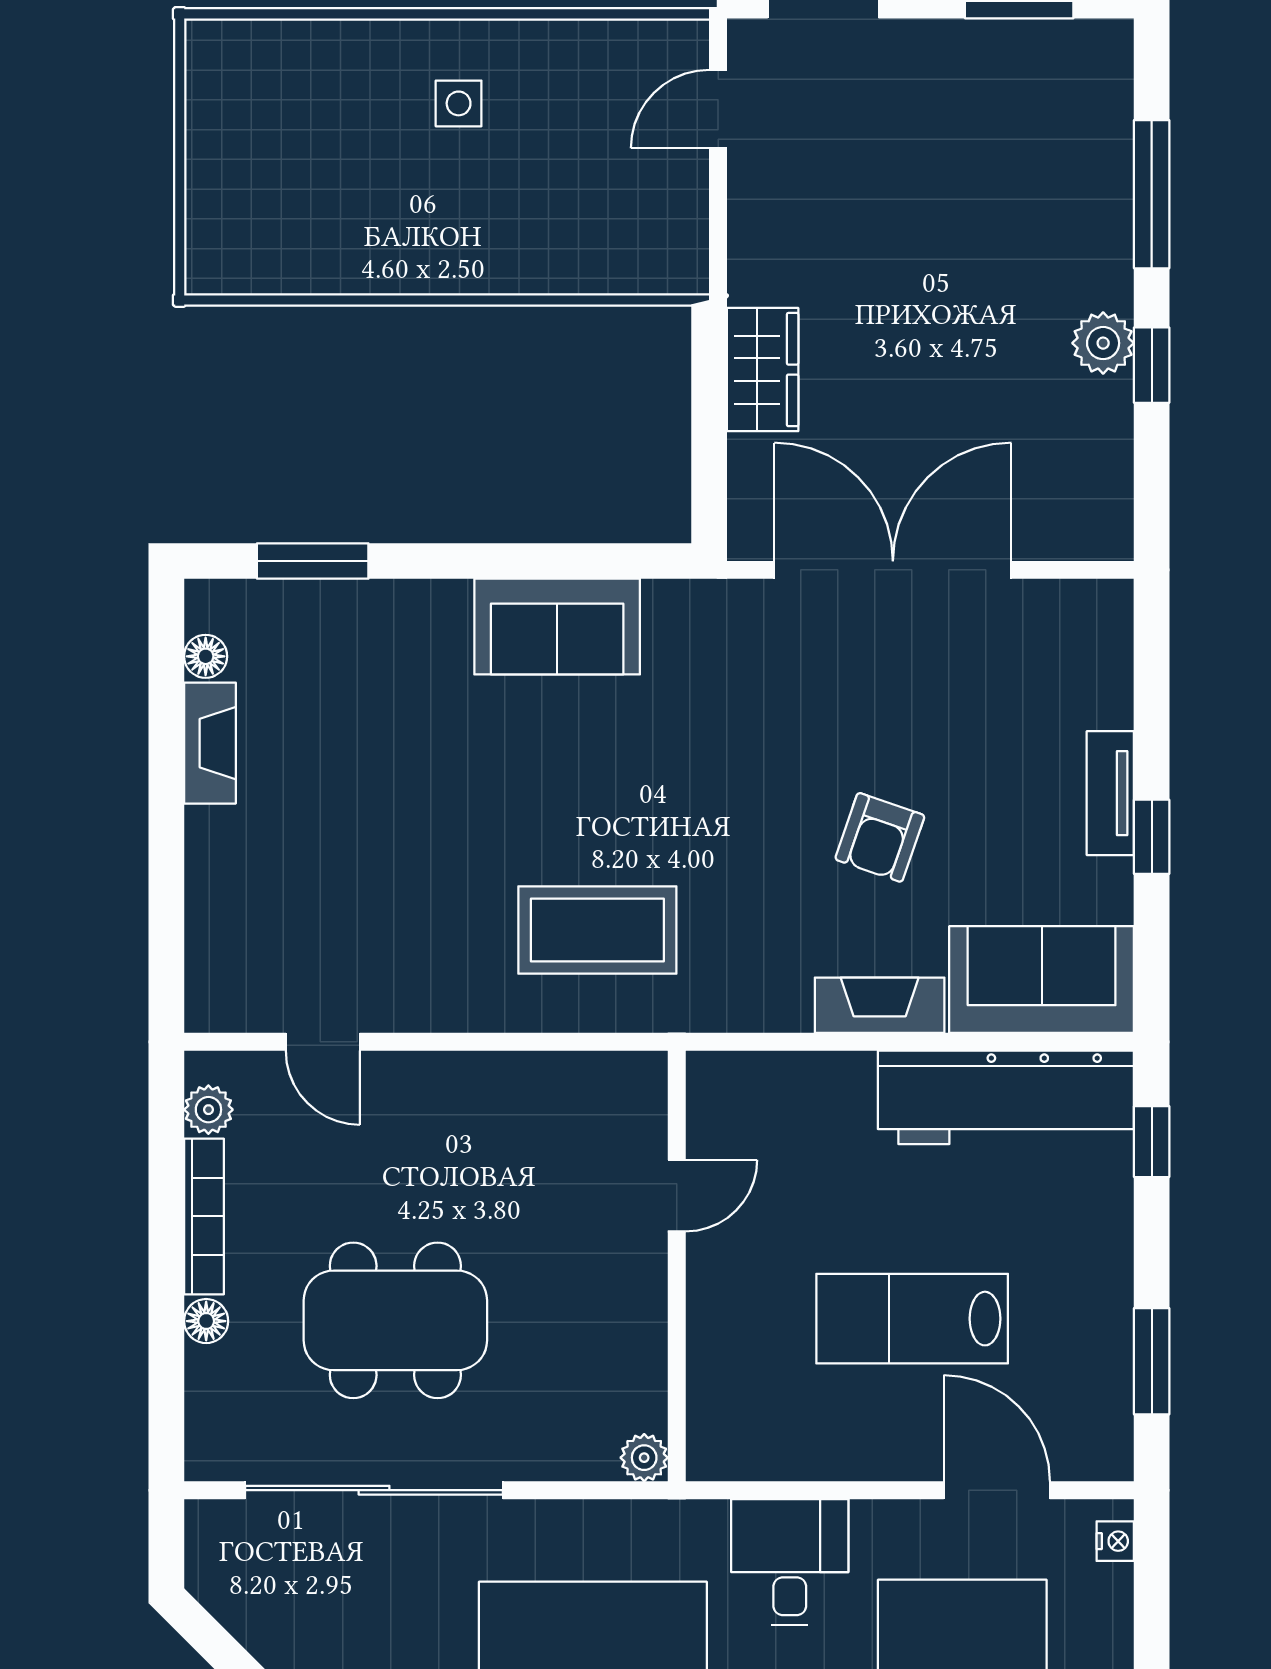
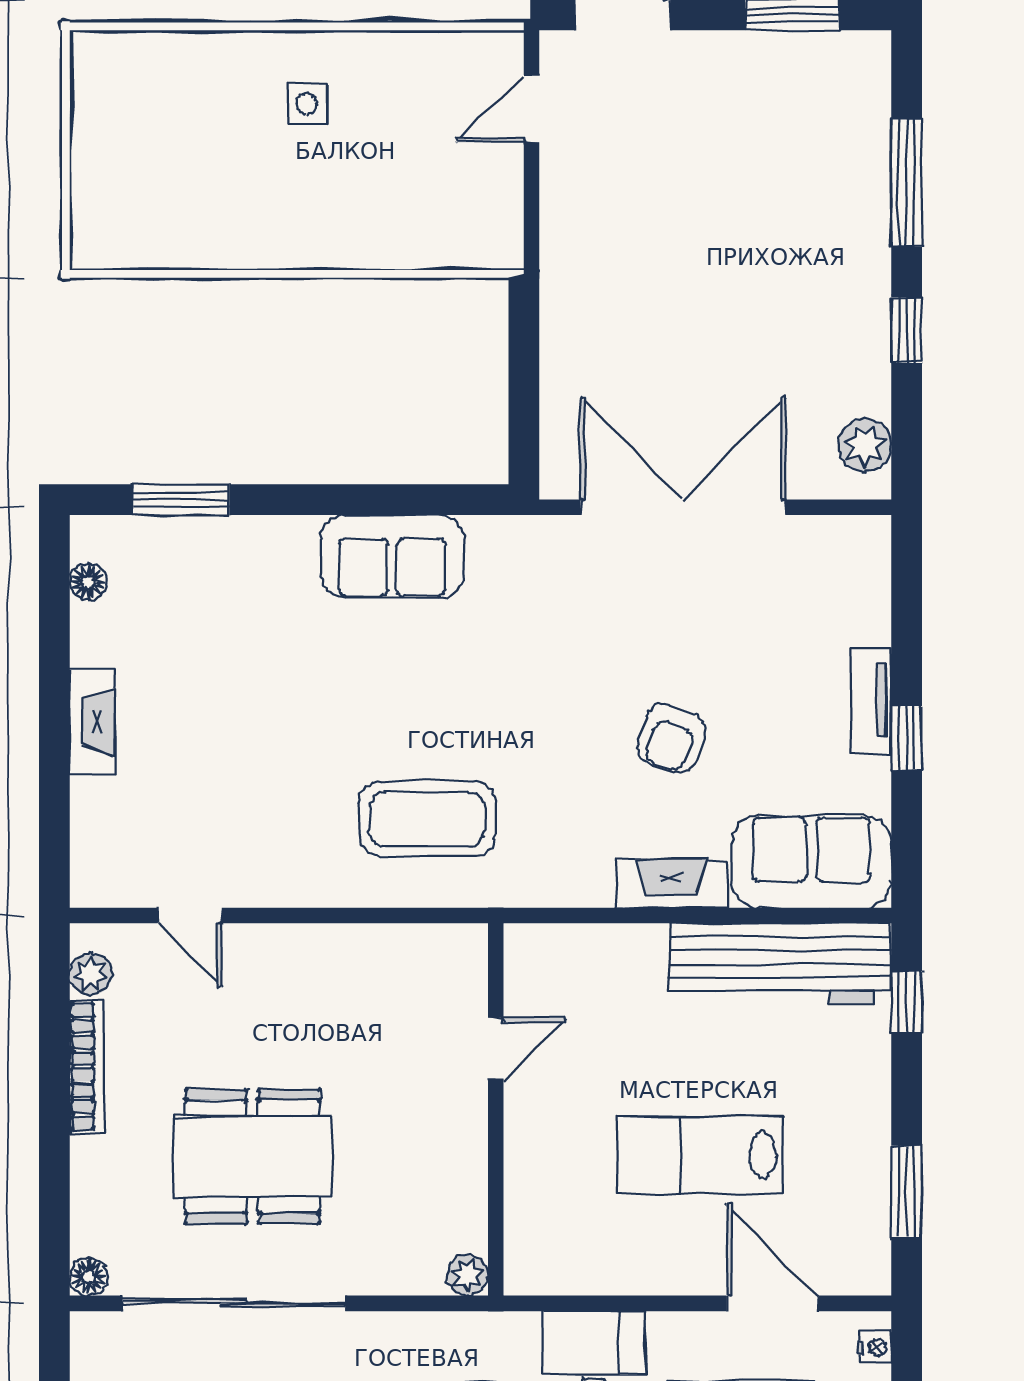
plant: (1103, 343) -> (865, 445), moved
wardrobe: (763, 370) -> (570, 334), removed
fireplace: (210, 743) -> (92, 721), moved
floor lamp: (206, 1321) -> (89, 1277), moved

